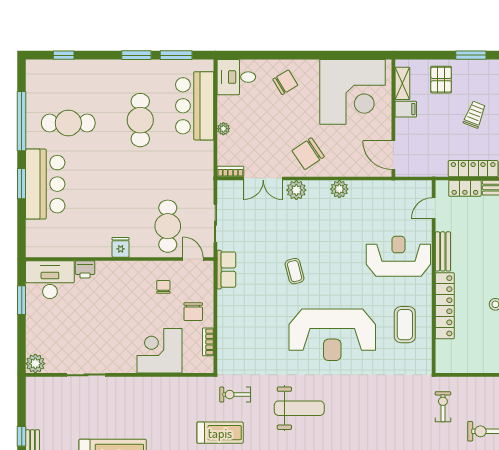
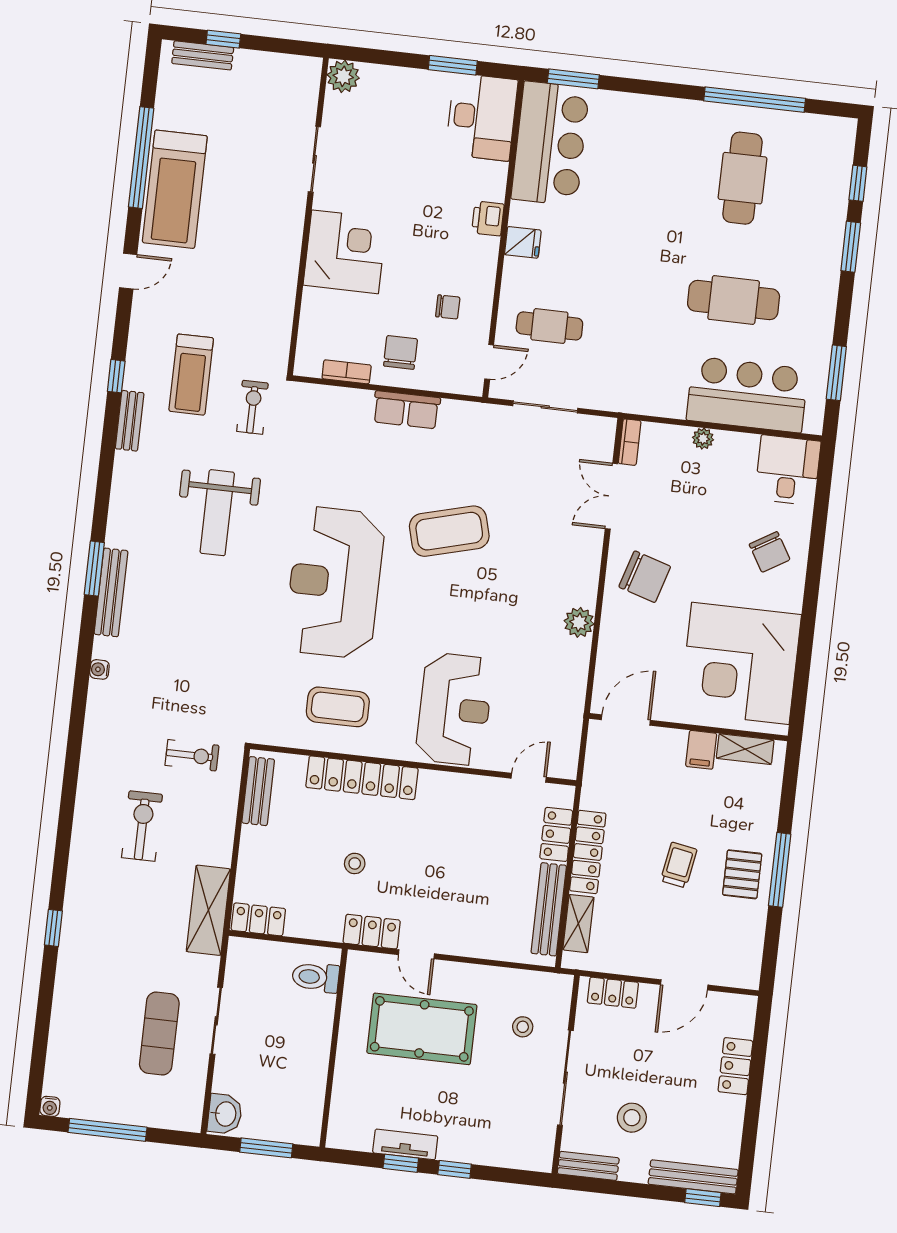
window: (136, 55) -> (851, 247), moved
window: (471, 55) -> (780, 870), width x1.44
pallet: (441, 80) -> (742, 874), moved, turned 90
trolley: (475, 115) -> (679, 865), turned -101
chair: (308, 154) -> (645, 577), turned 141
window: (22, 184) -> (573, 79), moved
bar counter: (45, 184) -> (550, 143), moved, turned -90
plant: (296, 190) -> (586, 550), removed
door: (434, 208) -> (529, 778), hinge flipped
cafe table: (168, 226) -> (549, 326), width x0.73, depth x0.74
bench: (443, 251) -> (258, 791), moved, turned 90
printer: (85, 269) -> (488, 218), moved
row of seats: (226, 270) -> (406, 410), moved
coffee table: (295, 271) -> (449, 531), width x1.86, depth x1.72
chair: (193, 312) -> (400, 352), turned 90
corner desk: (160, 351) -> (345, 252), moved

